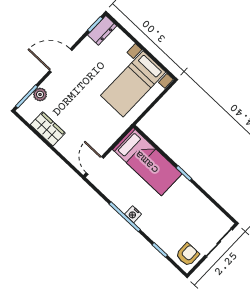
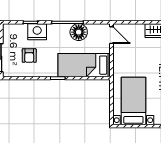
floor lamp: (123, 198) -> (79, 32), added
nightstand: (133, 214) -> (37, 32), moved, width x1.89, depth x1.79
armchair: (188, 255) -> (29, 56), moved

